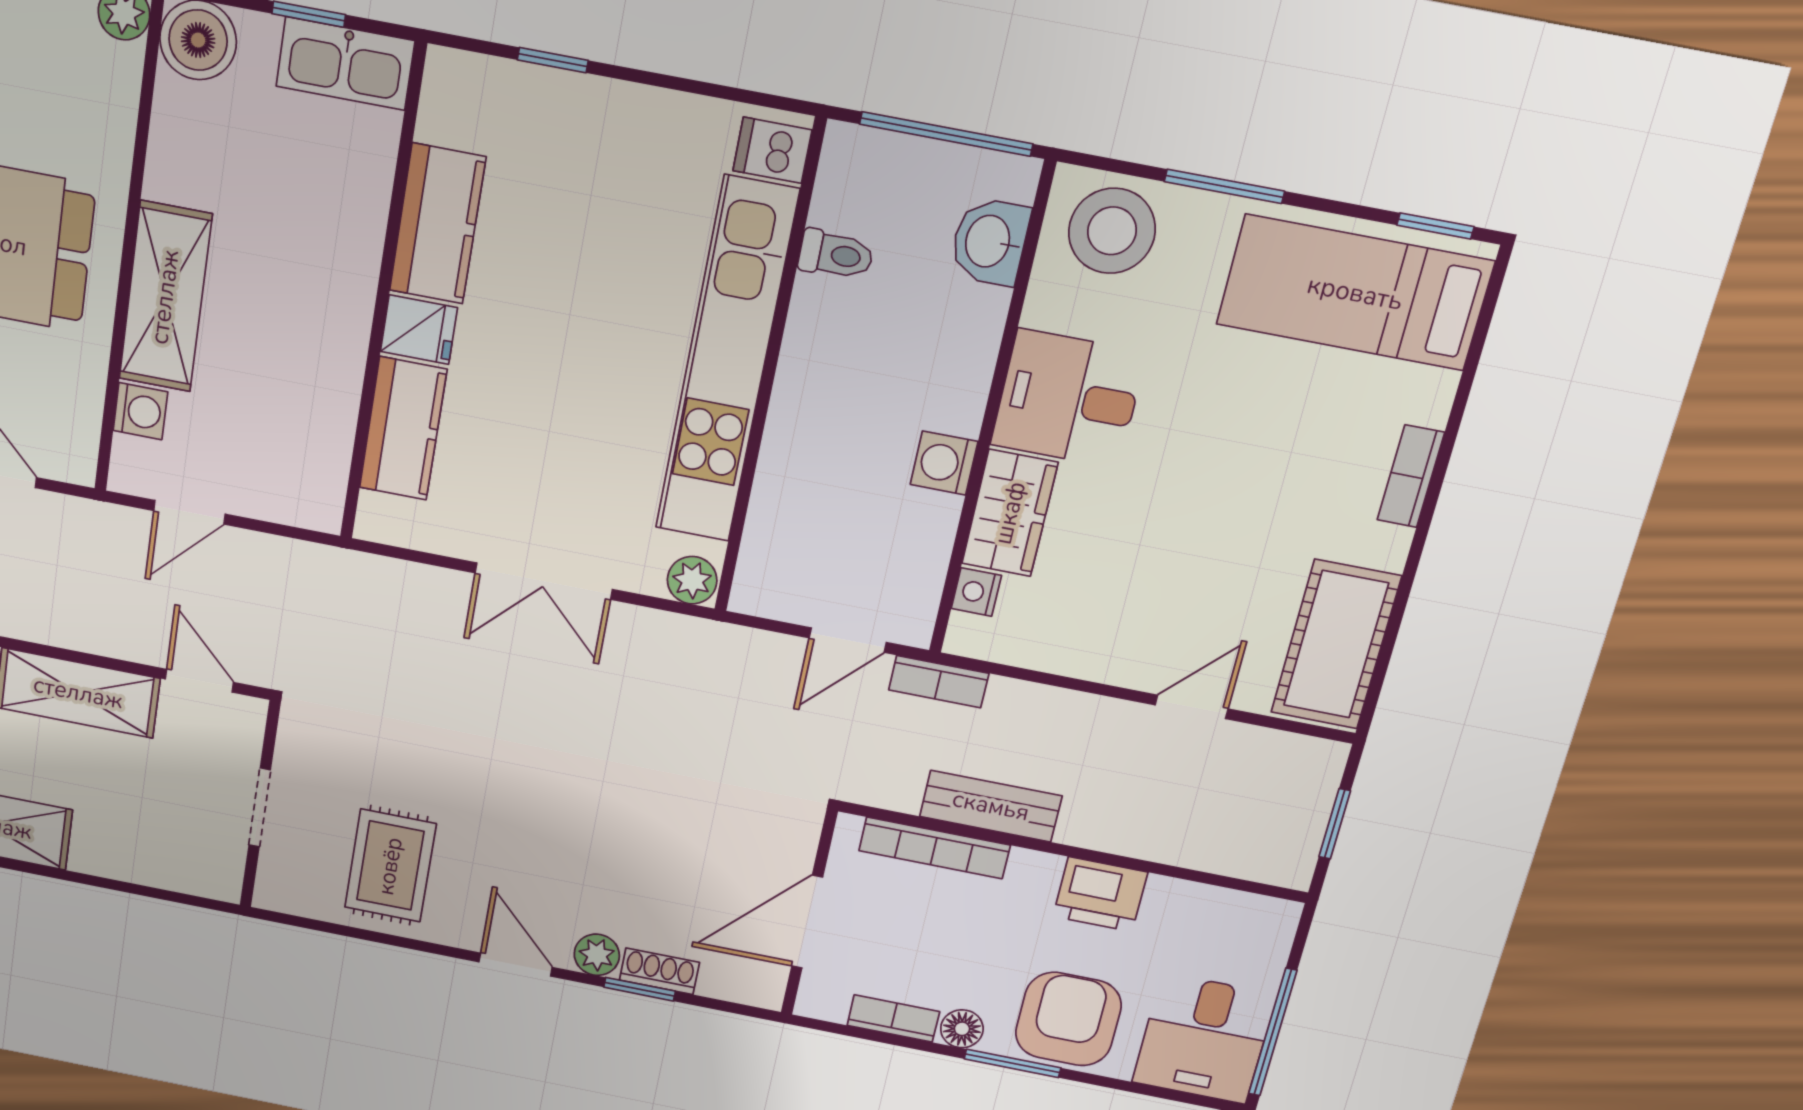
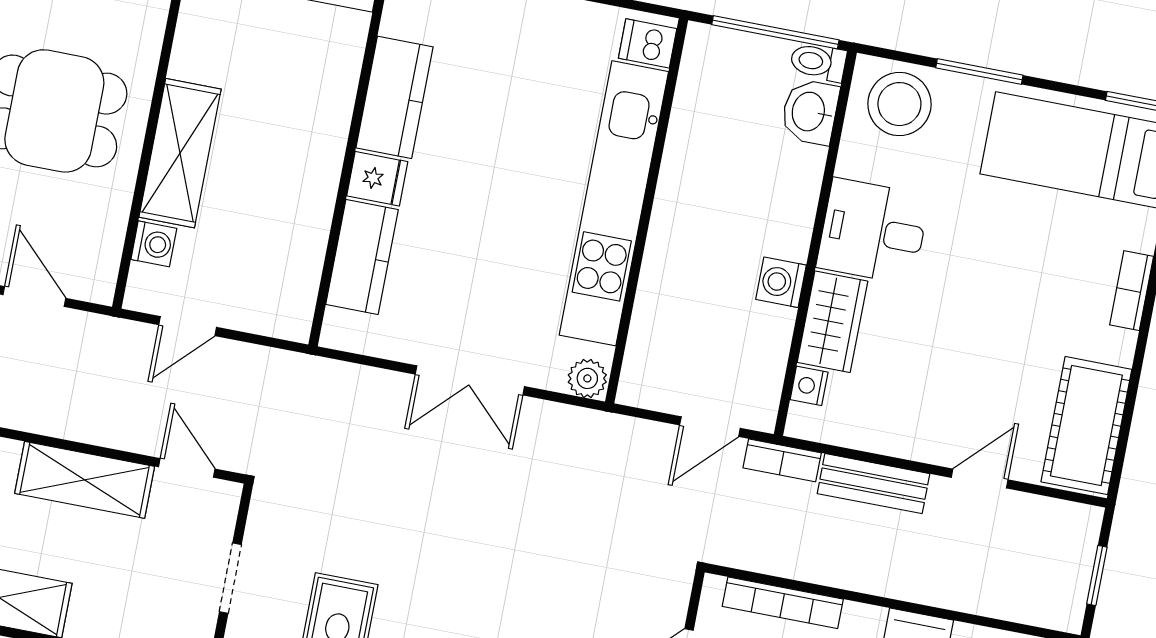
toilet: (836, 255) -> (818, 62), moved, turned 180
bench: (991, 806) -> (873, 484), moved

